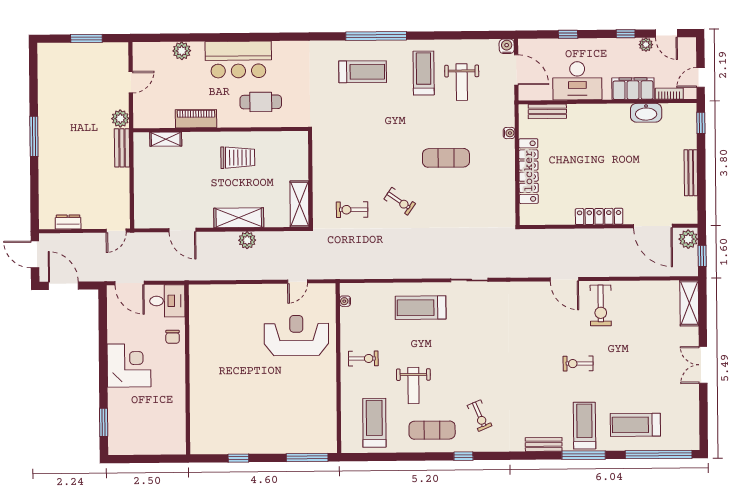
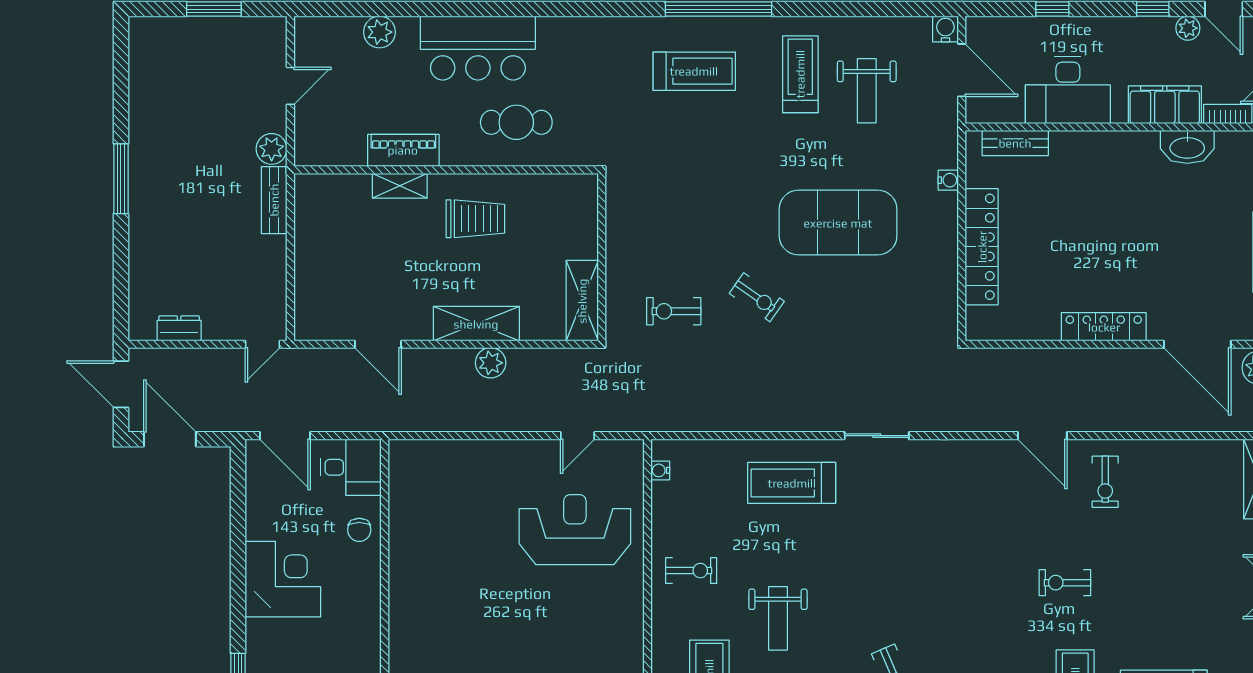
shelving: (166, 139) -> (400, 186), moved
exercise mat: (446, 158) -> (838, 223), width x2.00, depth x1.45
exercise bike: (601, 305) -> (1105, 482), width x0.73, depth x0.72

